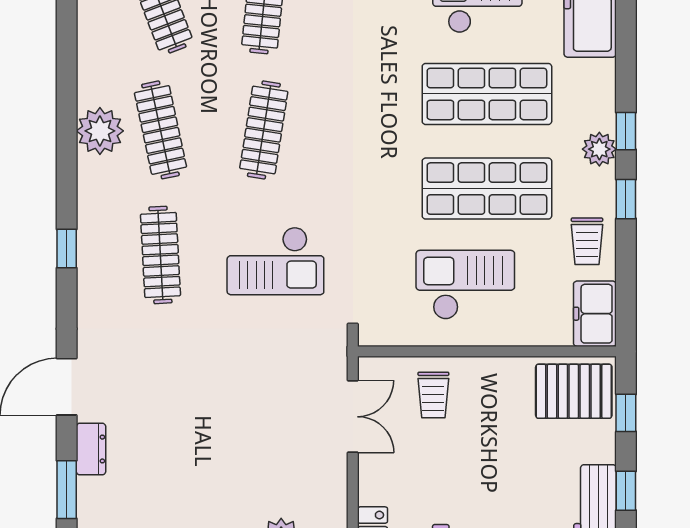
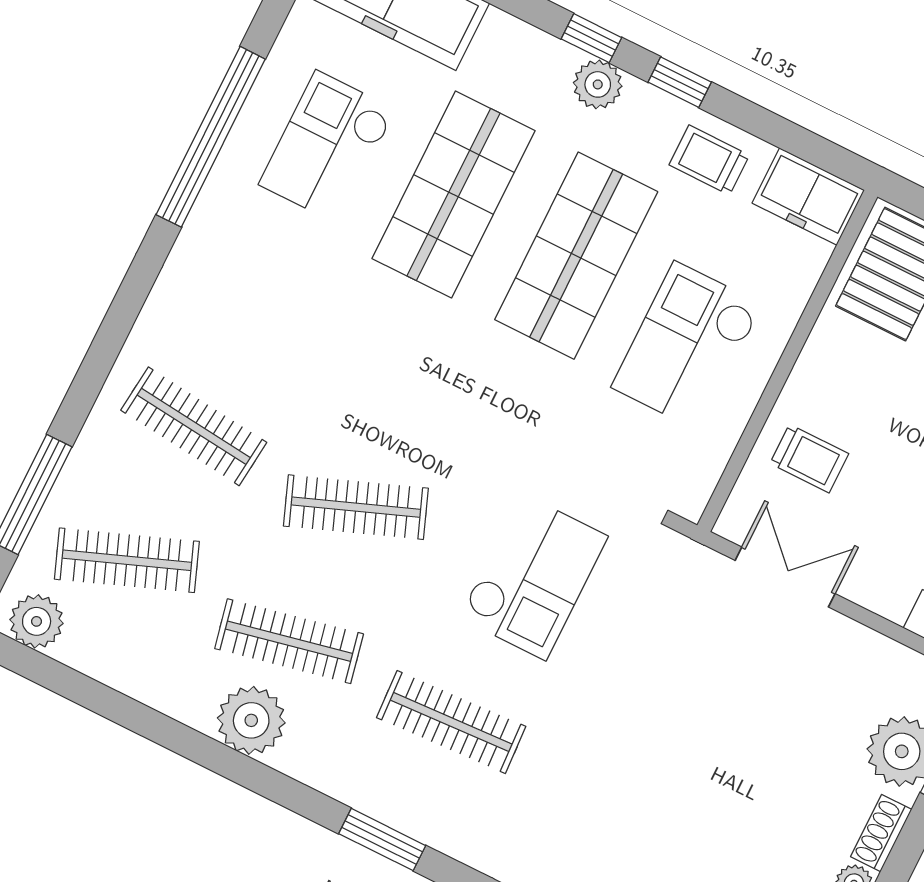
clothes rail: (264, 130) -> (356, 507), turned -30
trolley: (587, 241) -> (709, 160), turned 180
window: (67, 249) -> (382, 840), width x1.50

